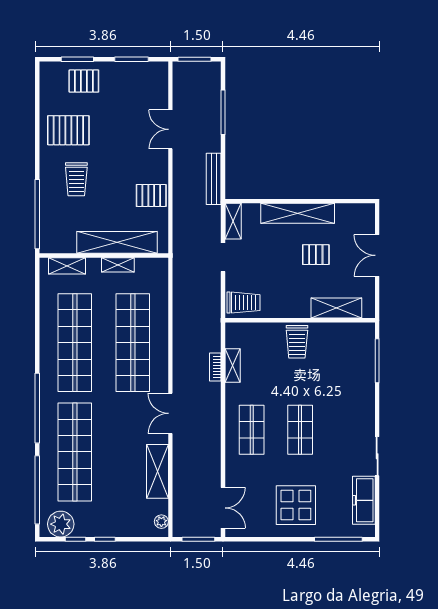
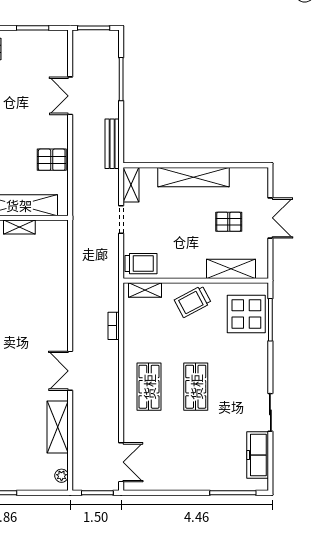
pallet: (316, 255) -> (229, 222), moved
double door: (377, 255) -> (270, 218), swing flipped
trolley: (297, 342) -> (193, 301), turned 62
shop shelf: (133, 343) -> (34, 302), removed
shelving: (233, 365) -> (145, 290), moved, turned 90
display table: (296, 505) -> (246, 314), moved

